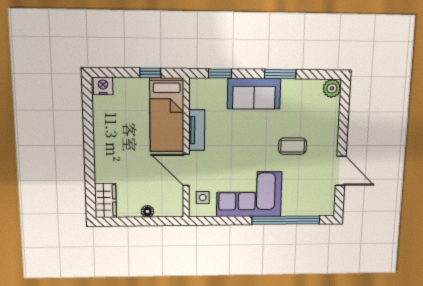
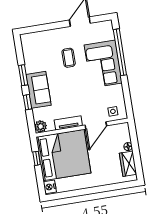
window: (220, 74) -> (27, 102), moved
plant: (332, 88) -> (41, 126), moved
bed: (167, 115) -> (63, 155), width x2.04
corner sofa: (249, 194) -> (103, 64), moved
wardrobe: (106, 201) -> (128, 164), moved, turned -90

